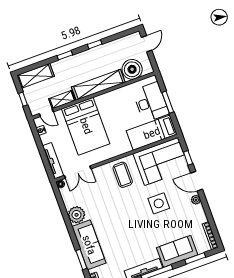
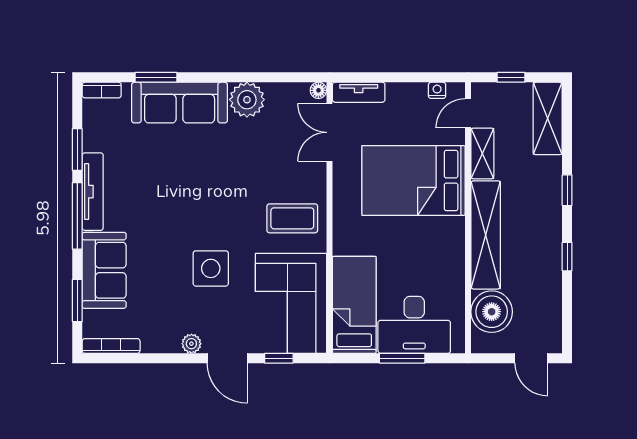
tv unit: (53, 161) -> (359, 92), width x0.71
door: (197, 181) -> (227, 358), swing flipped

